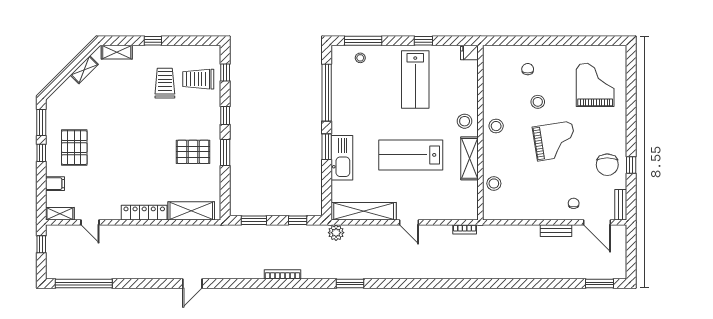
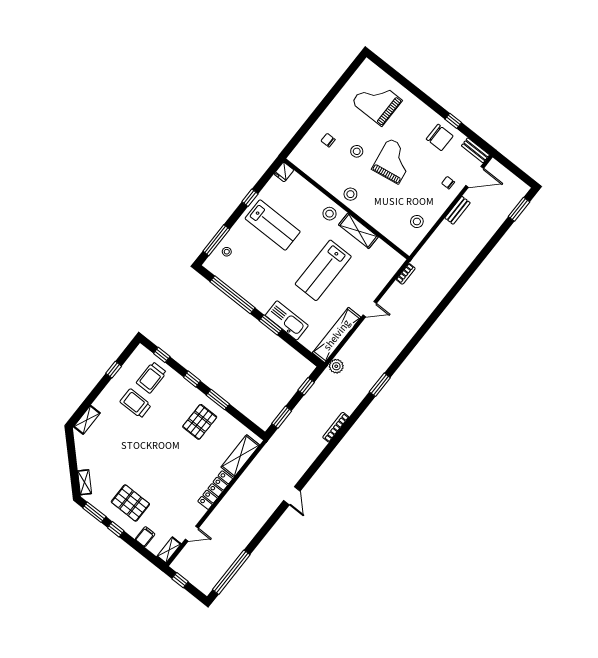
window: (153, 41) -> (114, 370), moved
shelving: (84, 70) -> (85, 482), moved
stool: (494, 183) -> (417, 221), moved

